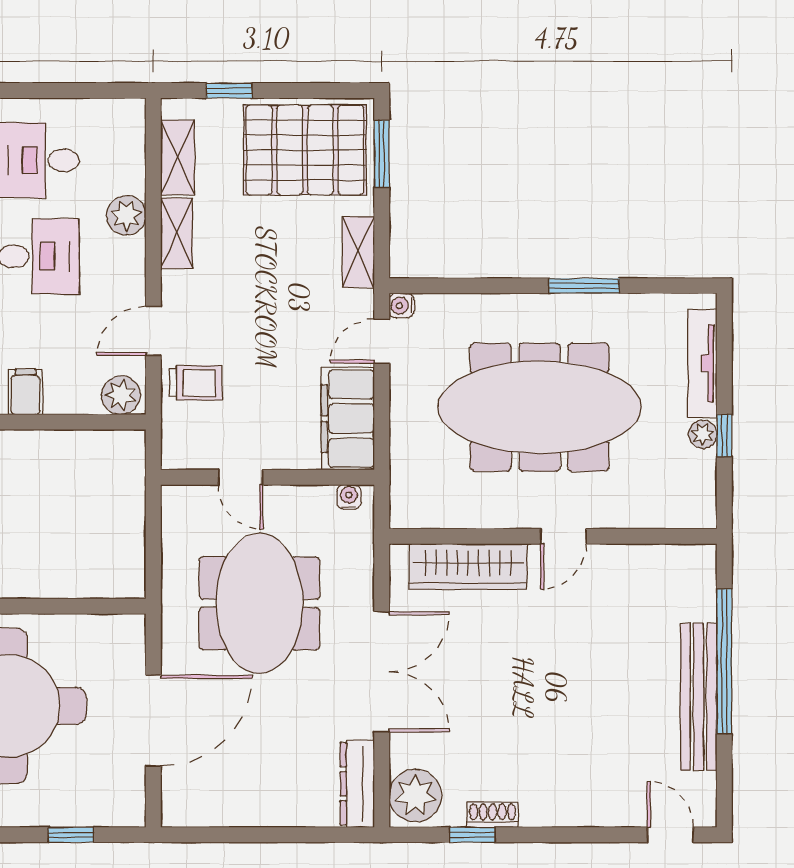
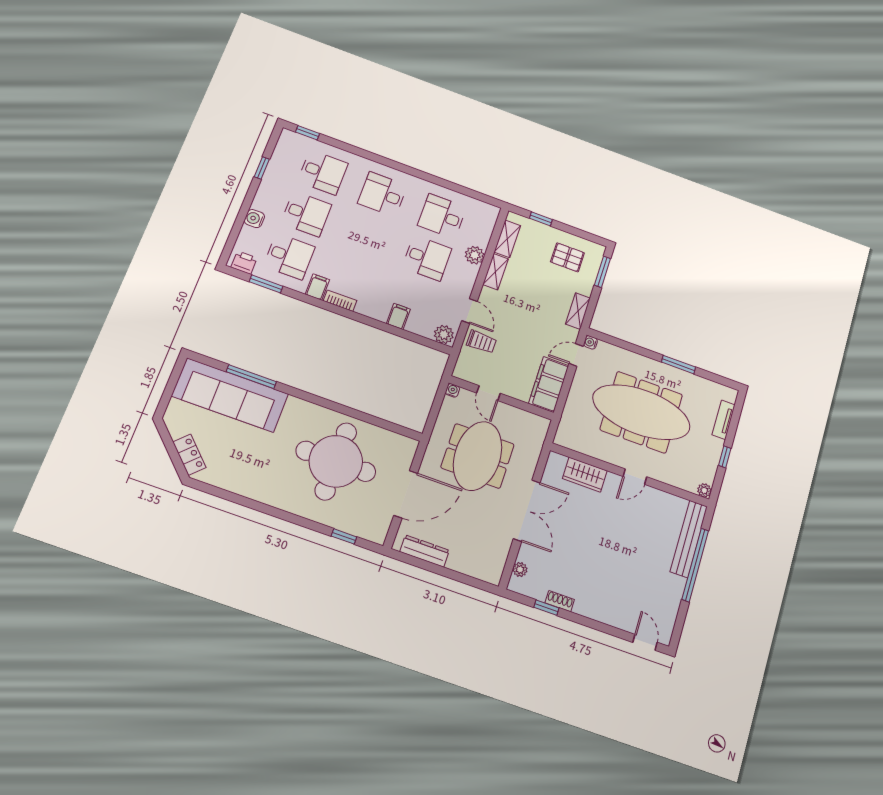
pallet: (305, 150) -> (568, 257), width x0.49, depth x0.50
door: (153, 331) -> (469, 311), swing flipped
tv unit: (702, 363) -> (724, 420), width x0.71
plant: (703, 434) -> (704, 490), moved
water cooler: (349, 497) -> (452, 390), moved
wardrobe: (468, 567) -> (585, 475), width x0.67
bench: (699, 697) -> (689, 539), moved
dresser: (357, 784) -> (425, 551), moved, turned 90
plant: (415, 796) -> (520, 569), width x0.53, depth x0.53

